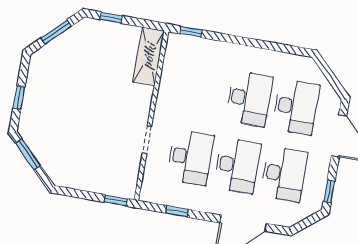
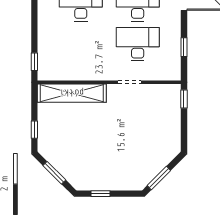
shelving: (149, 56) -> (72, 93), width x1.47
window: (19, 97) -> (101, 194), moved

